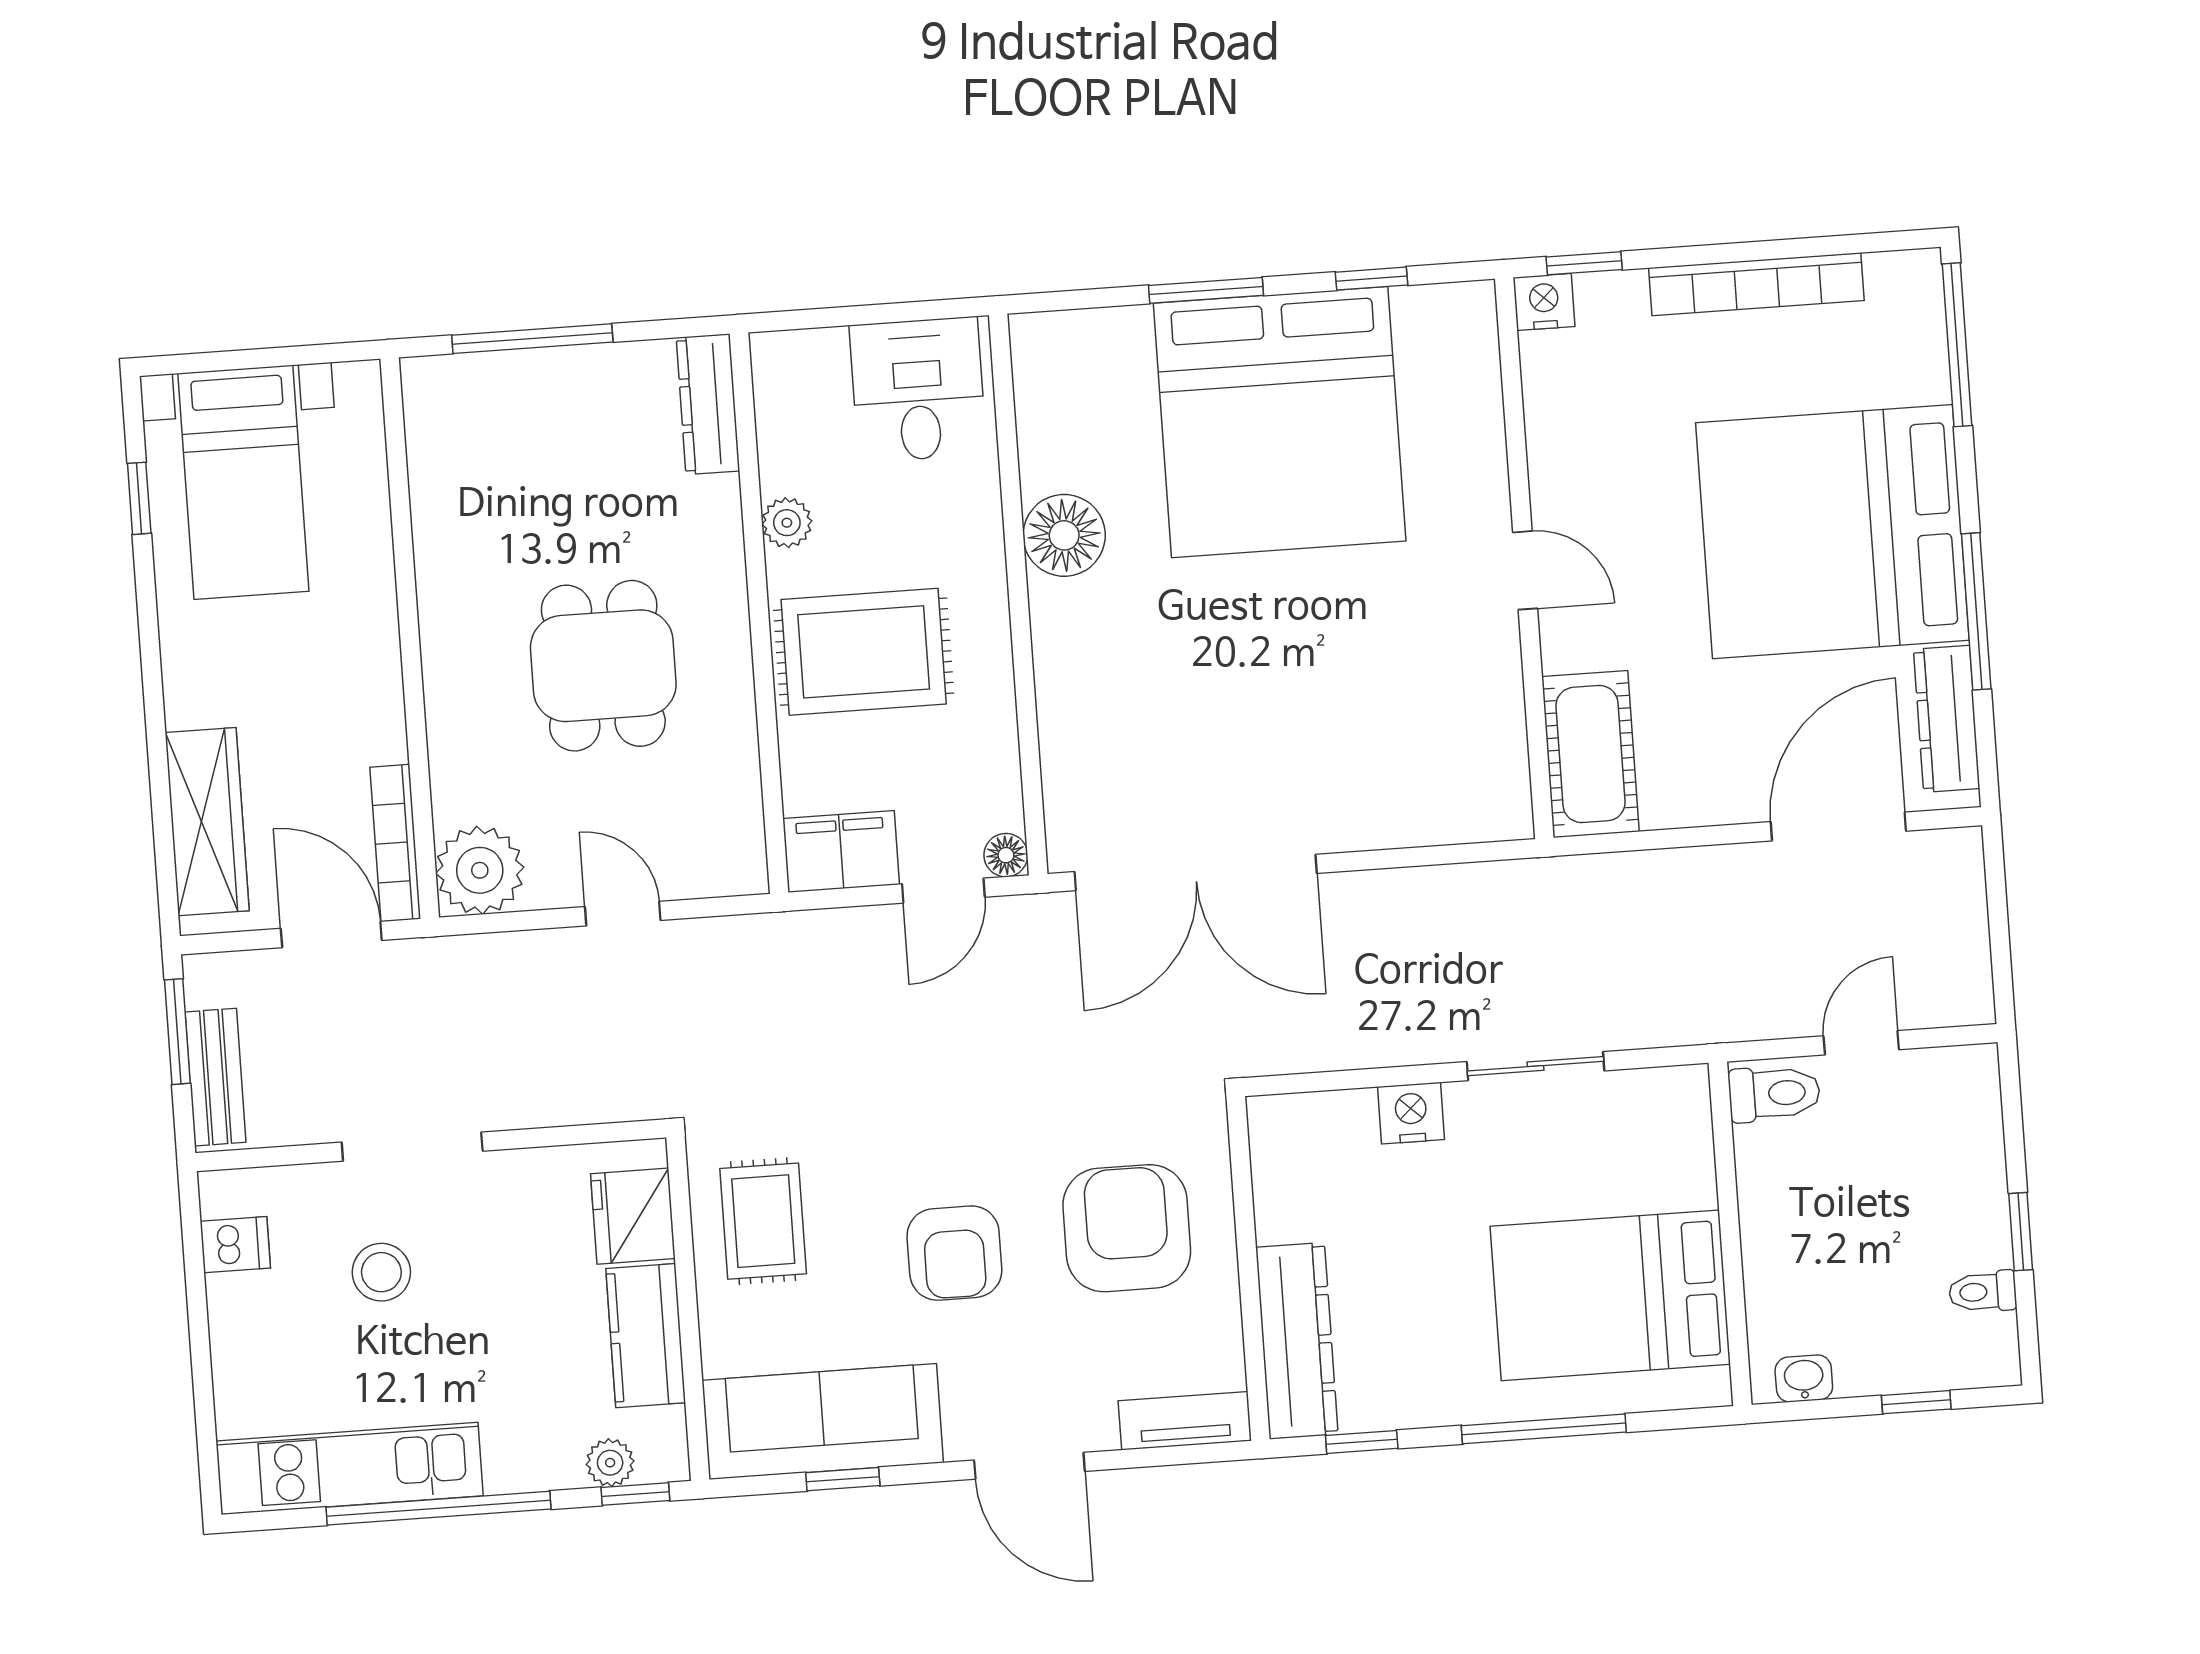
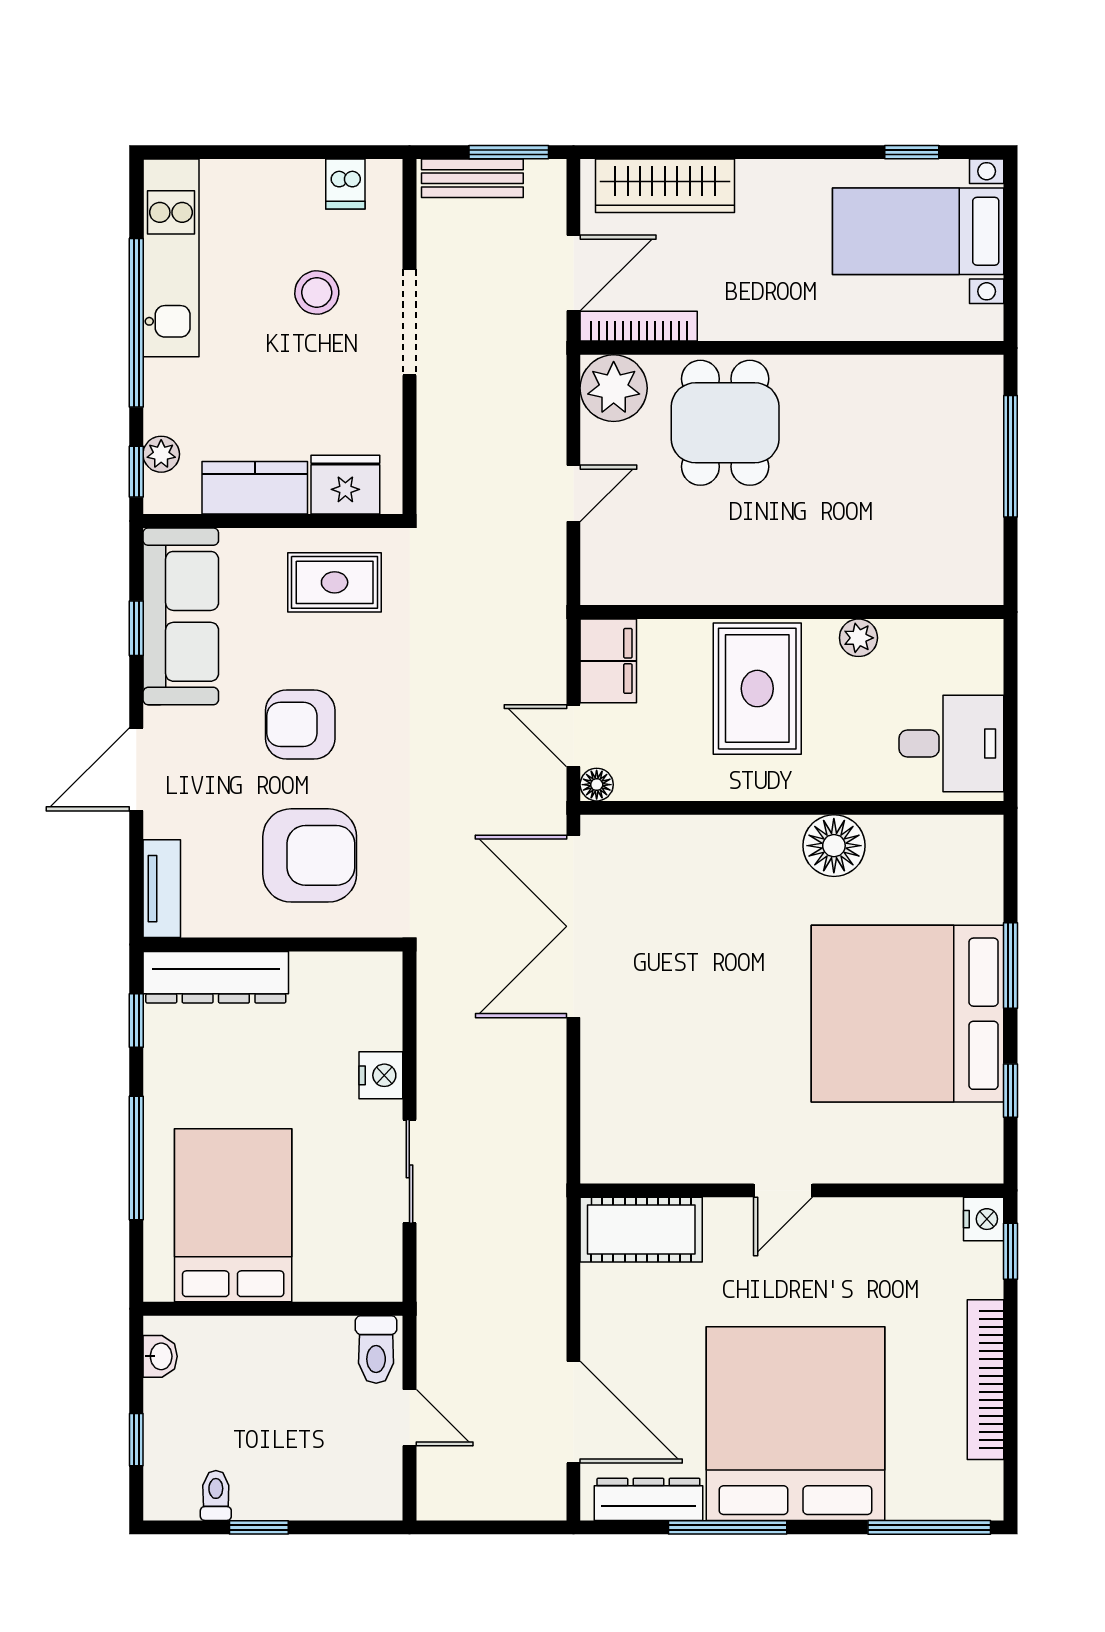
dresser: (708, 404) -> (952, 585), removed
dining table: (603, 666) -> (725, 423), moved, turned 90

